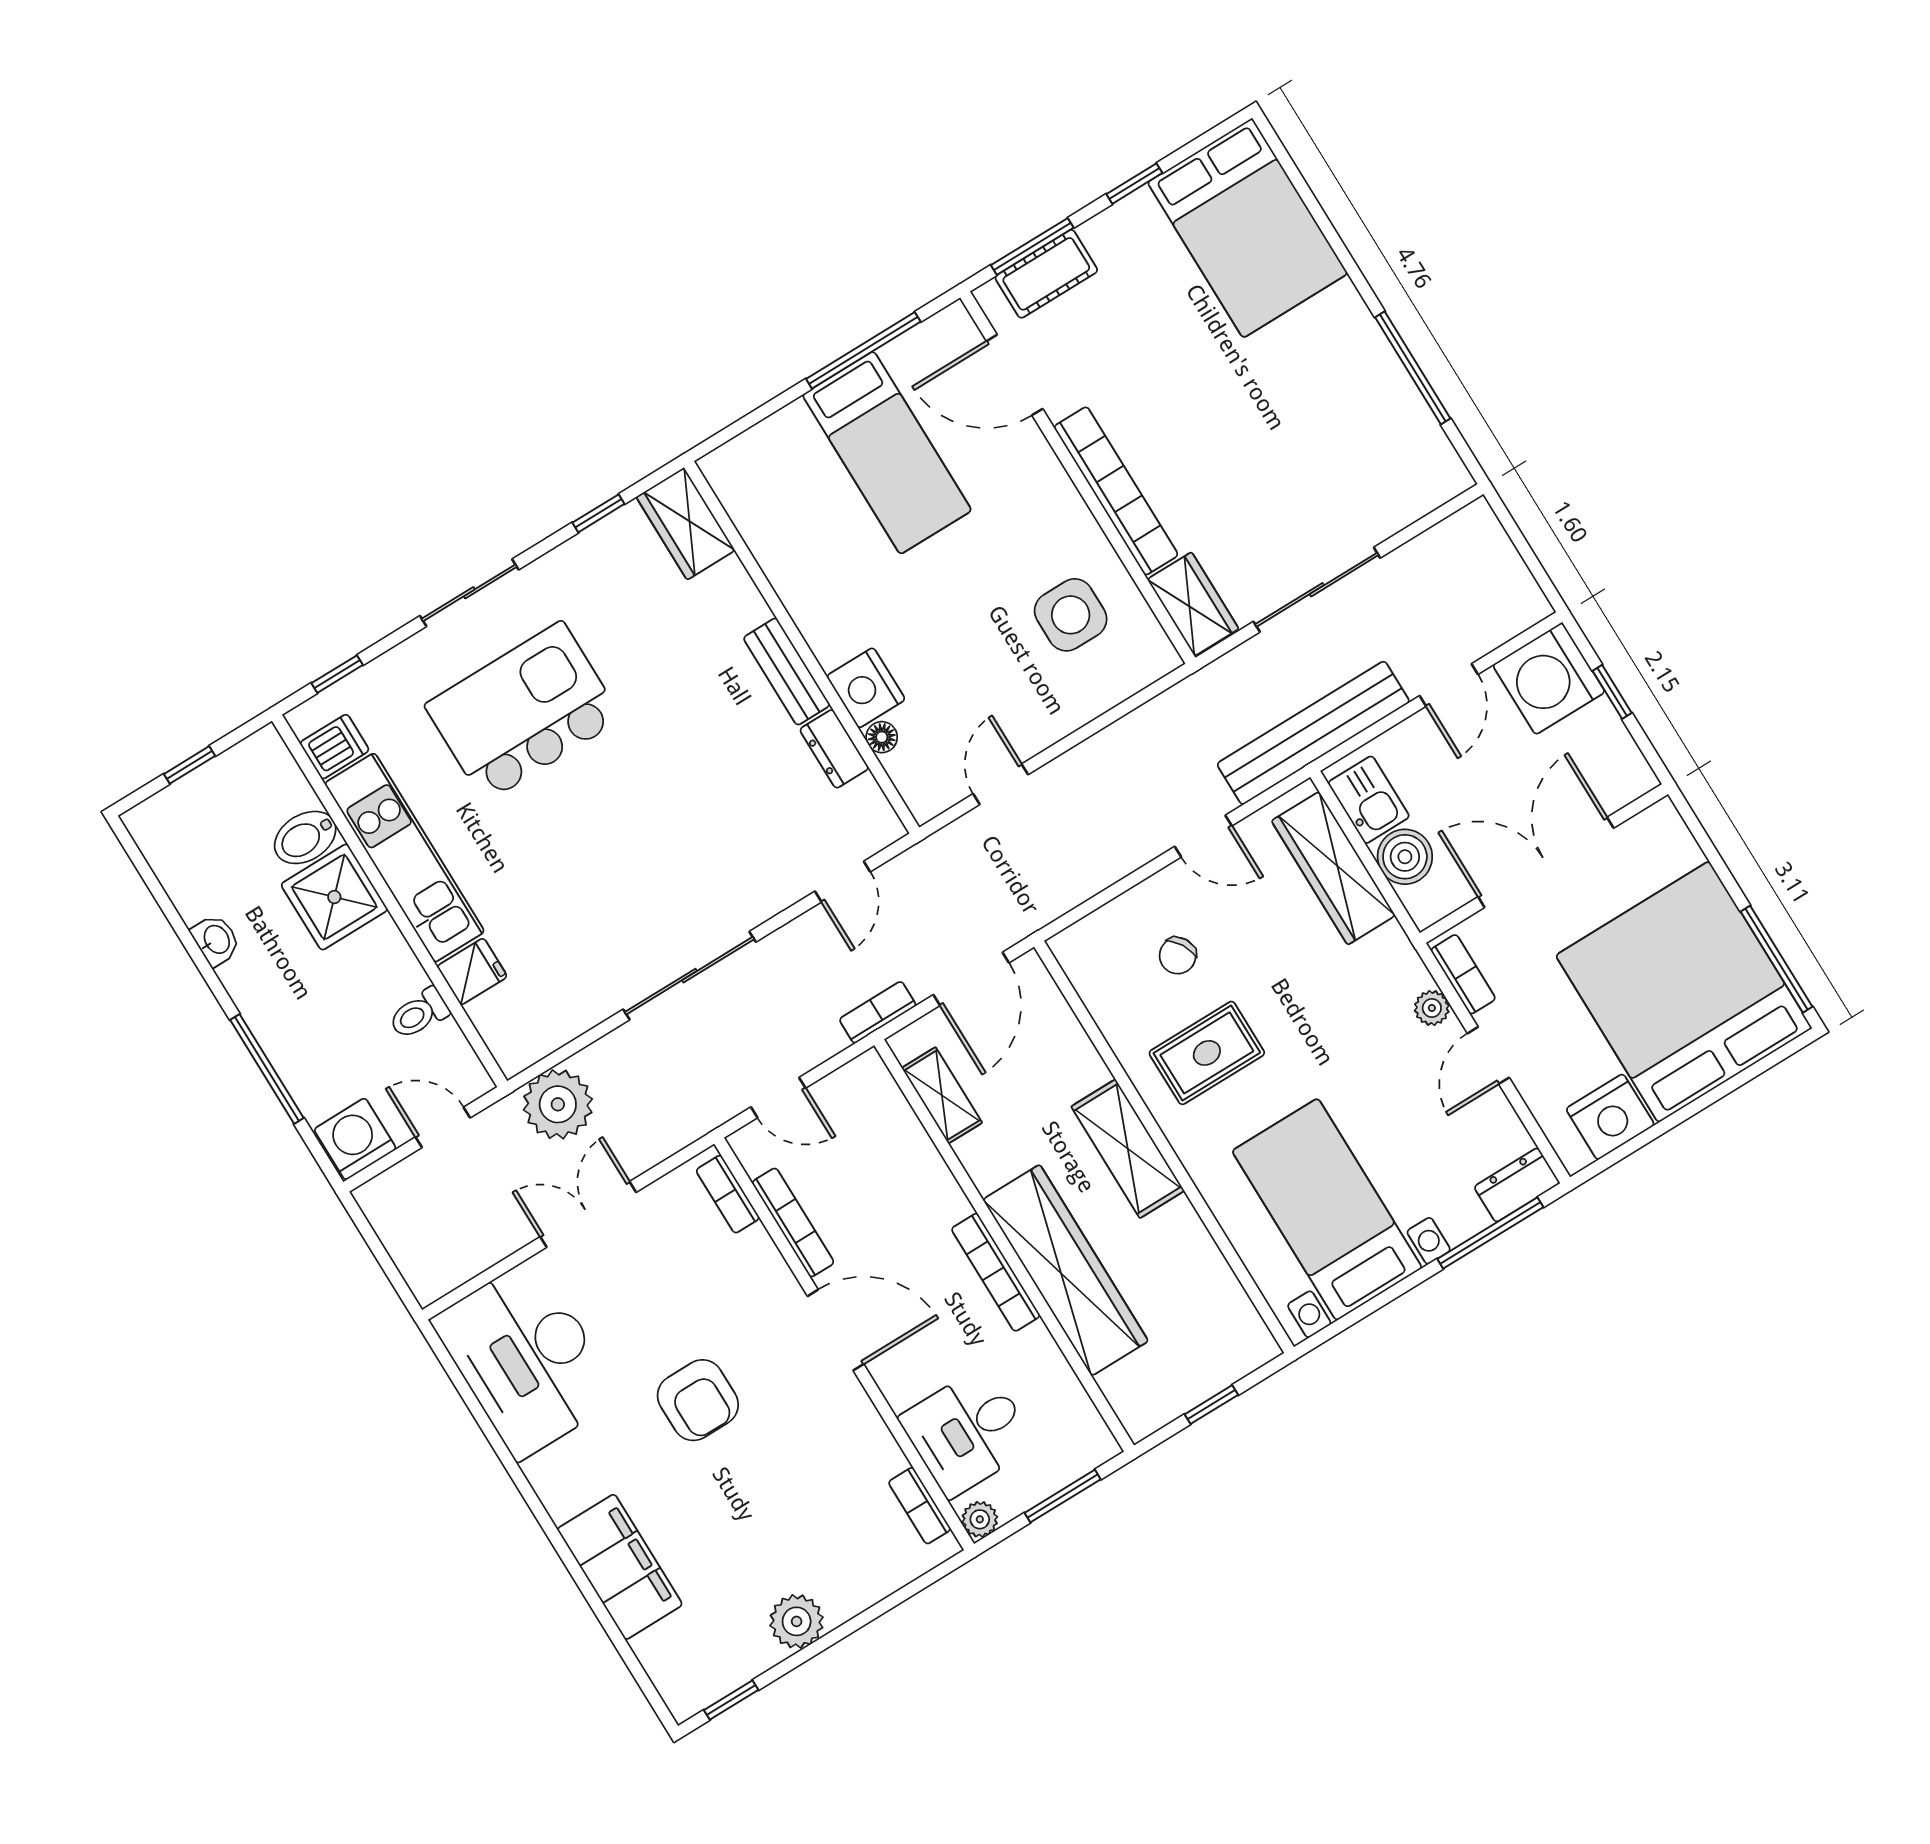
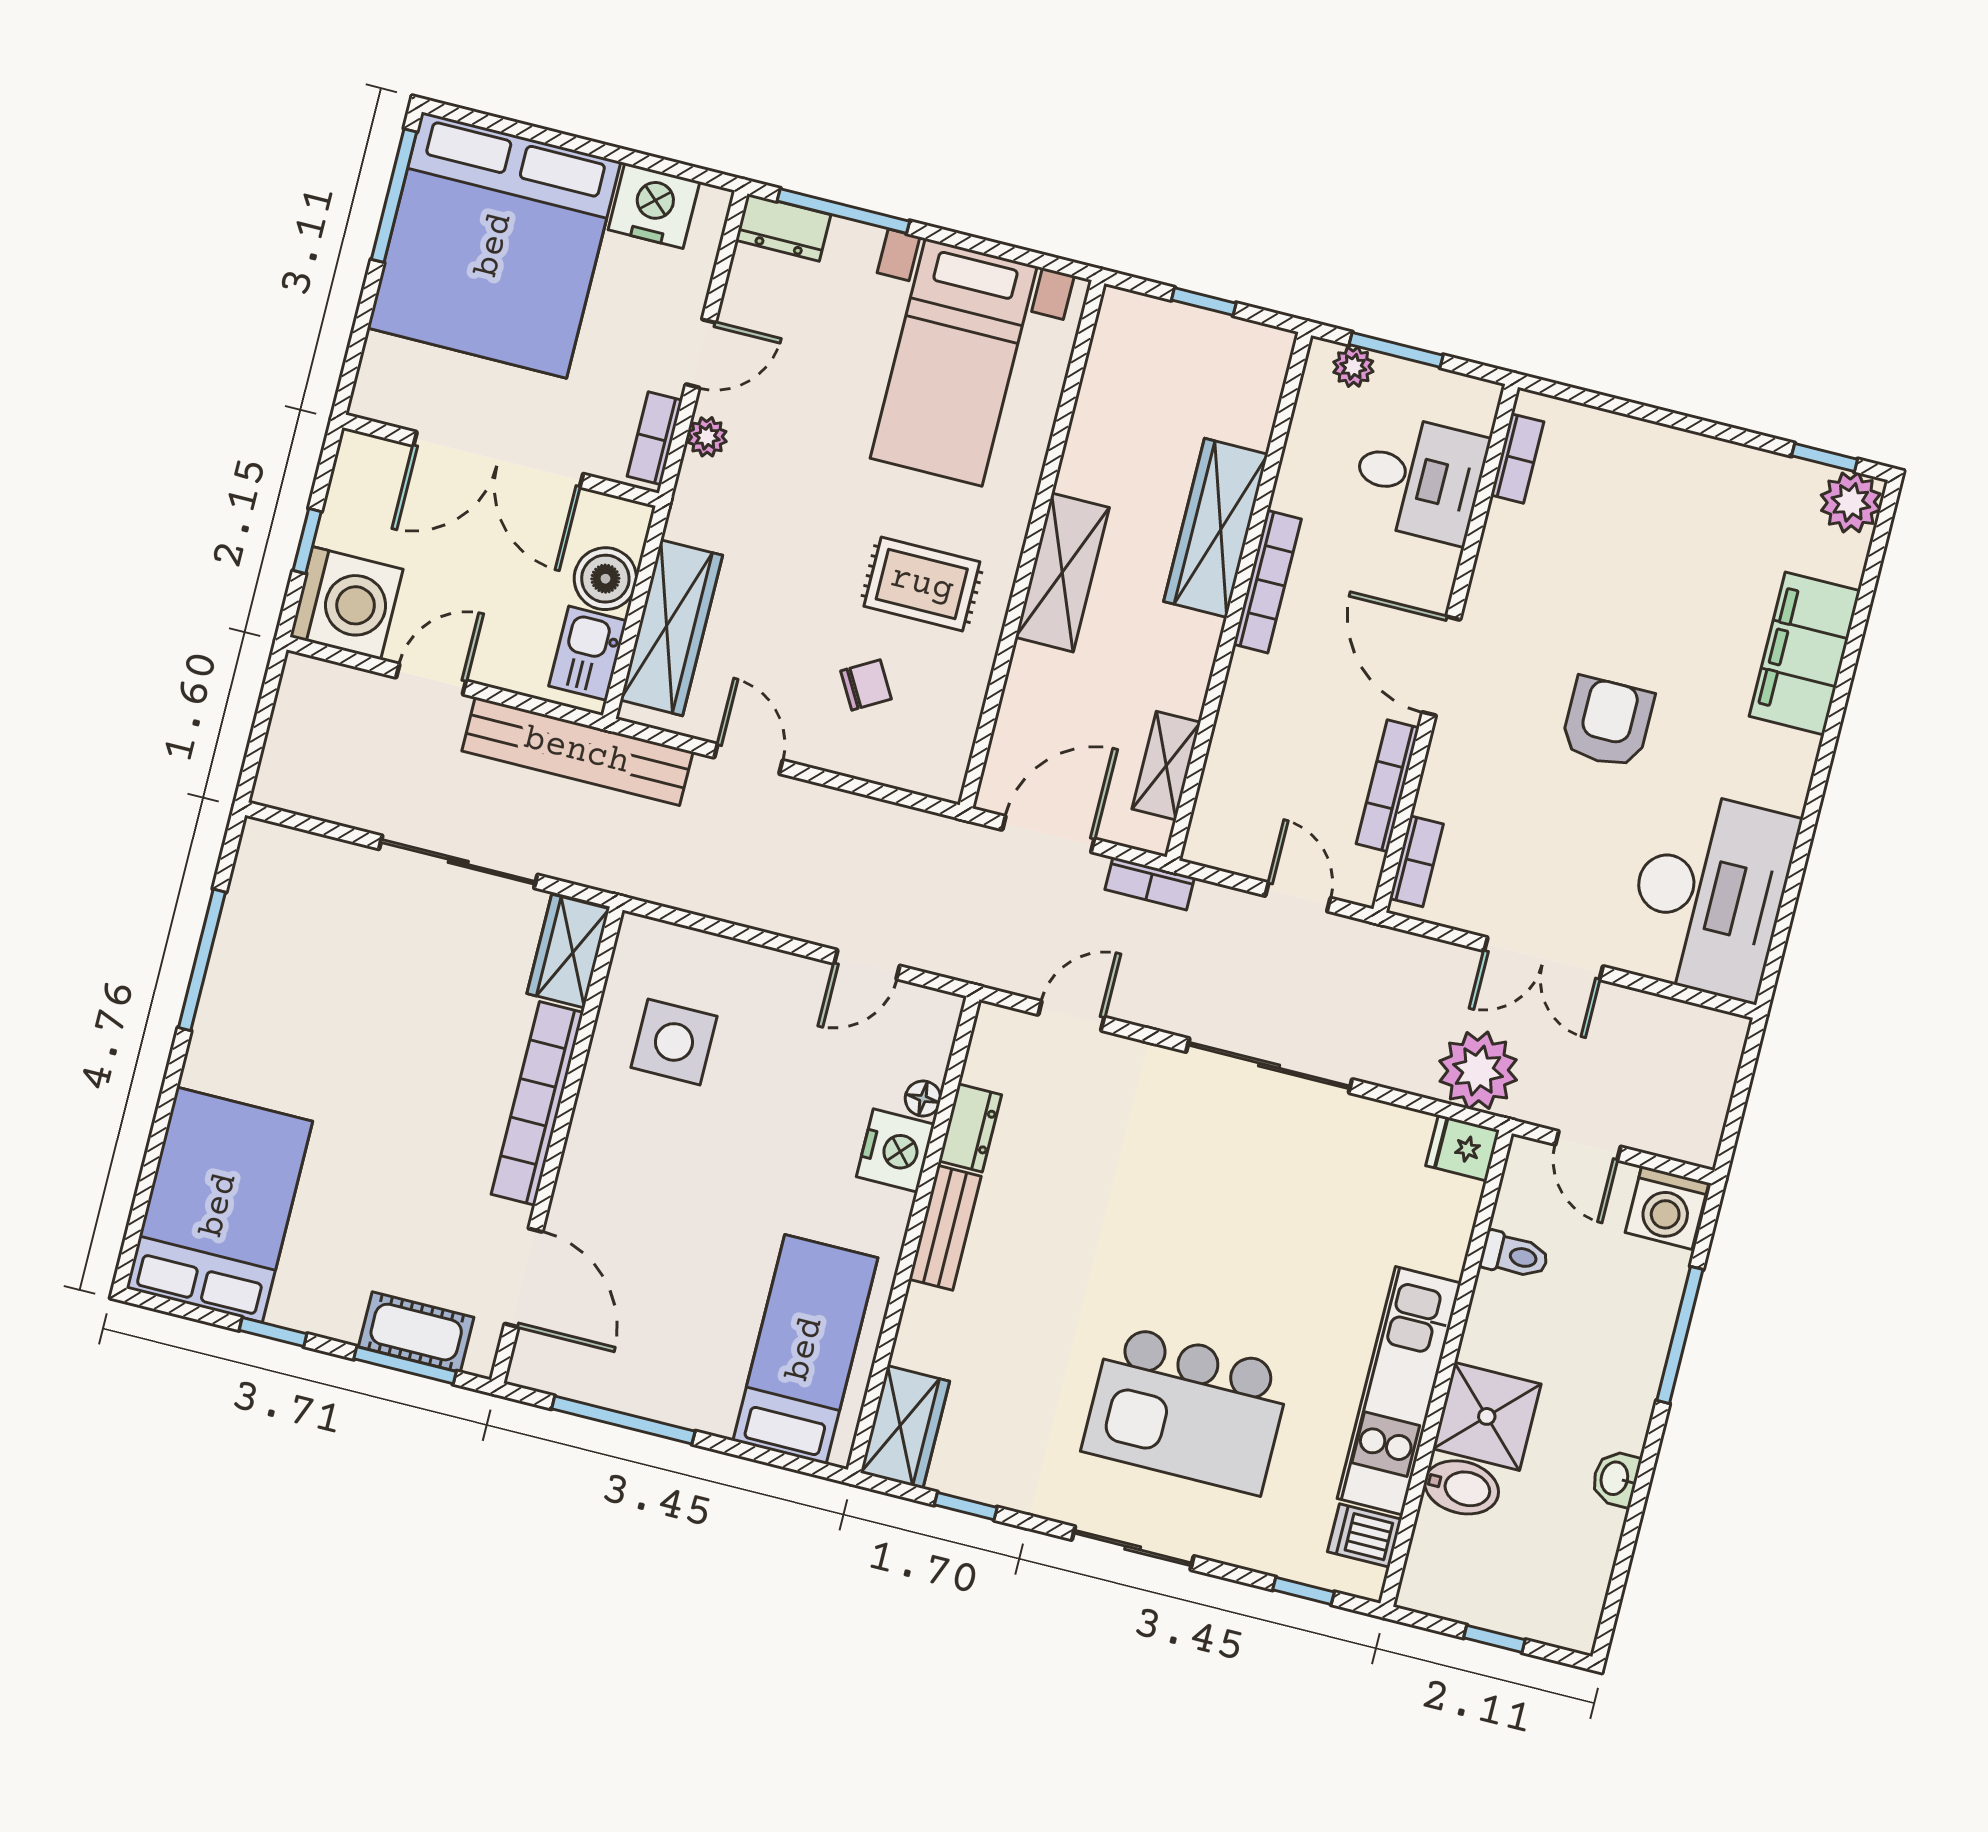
bed: (887, 453) -> (805, 1349), moved
fridge: (472, 971) -> (1463, 1148), moved
wardrobe: (1066, 1270) -> (1216, 528), width x0.71, depth x0.85
plant: (980, 1519) -> (1353, 367), moved
plant: (797, 1621) -> (1851, 502), moved

